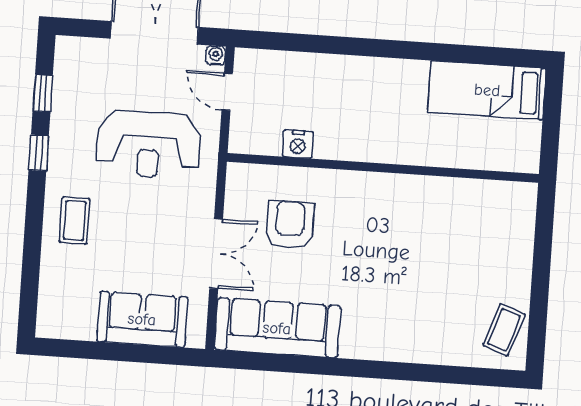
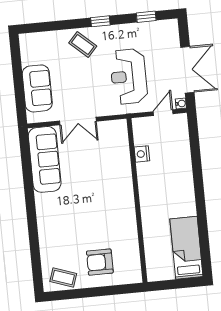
window: (39, 153) -> (100, 21), moved
coffee table: (75, 220) -> (83, 44), turned 42
armchair: (290, 225) -> (100, 262), moved, turned 180

